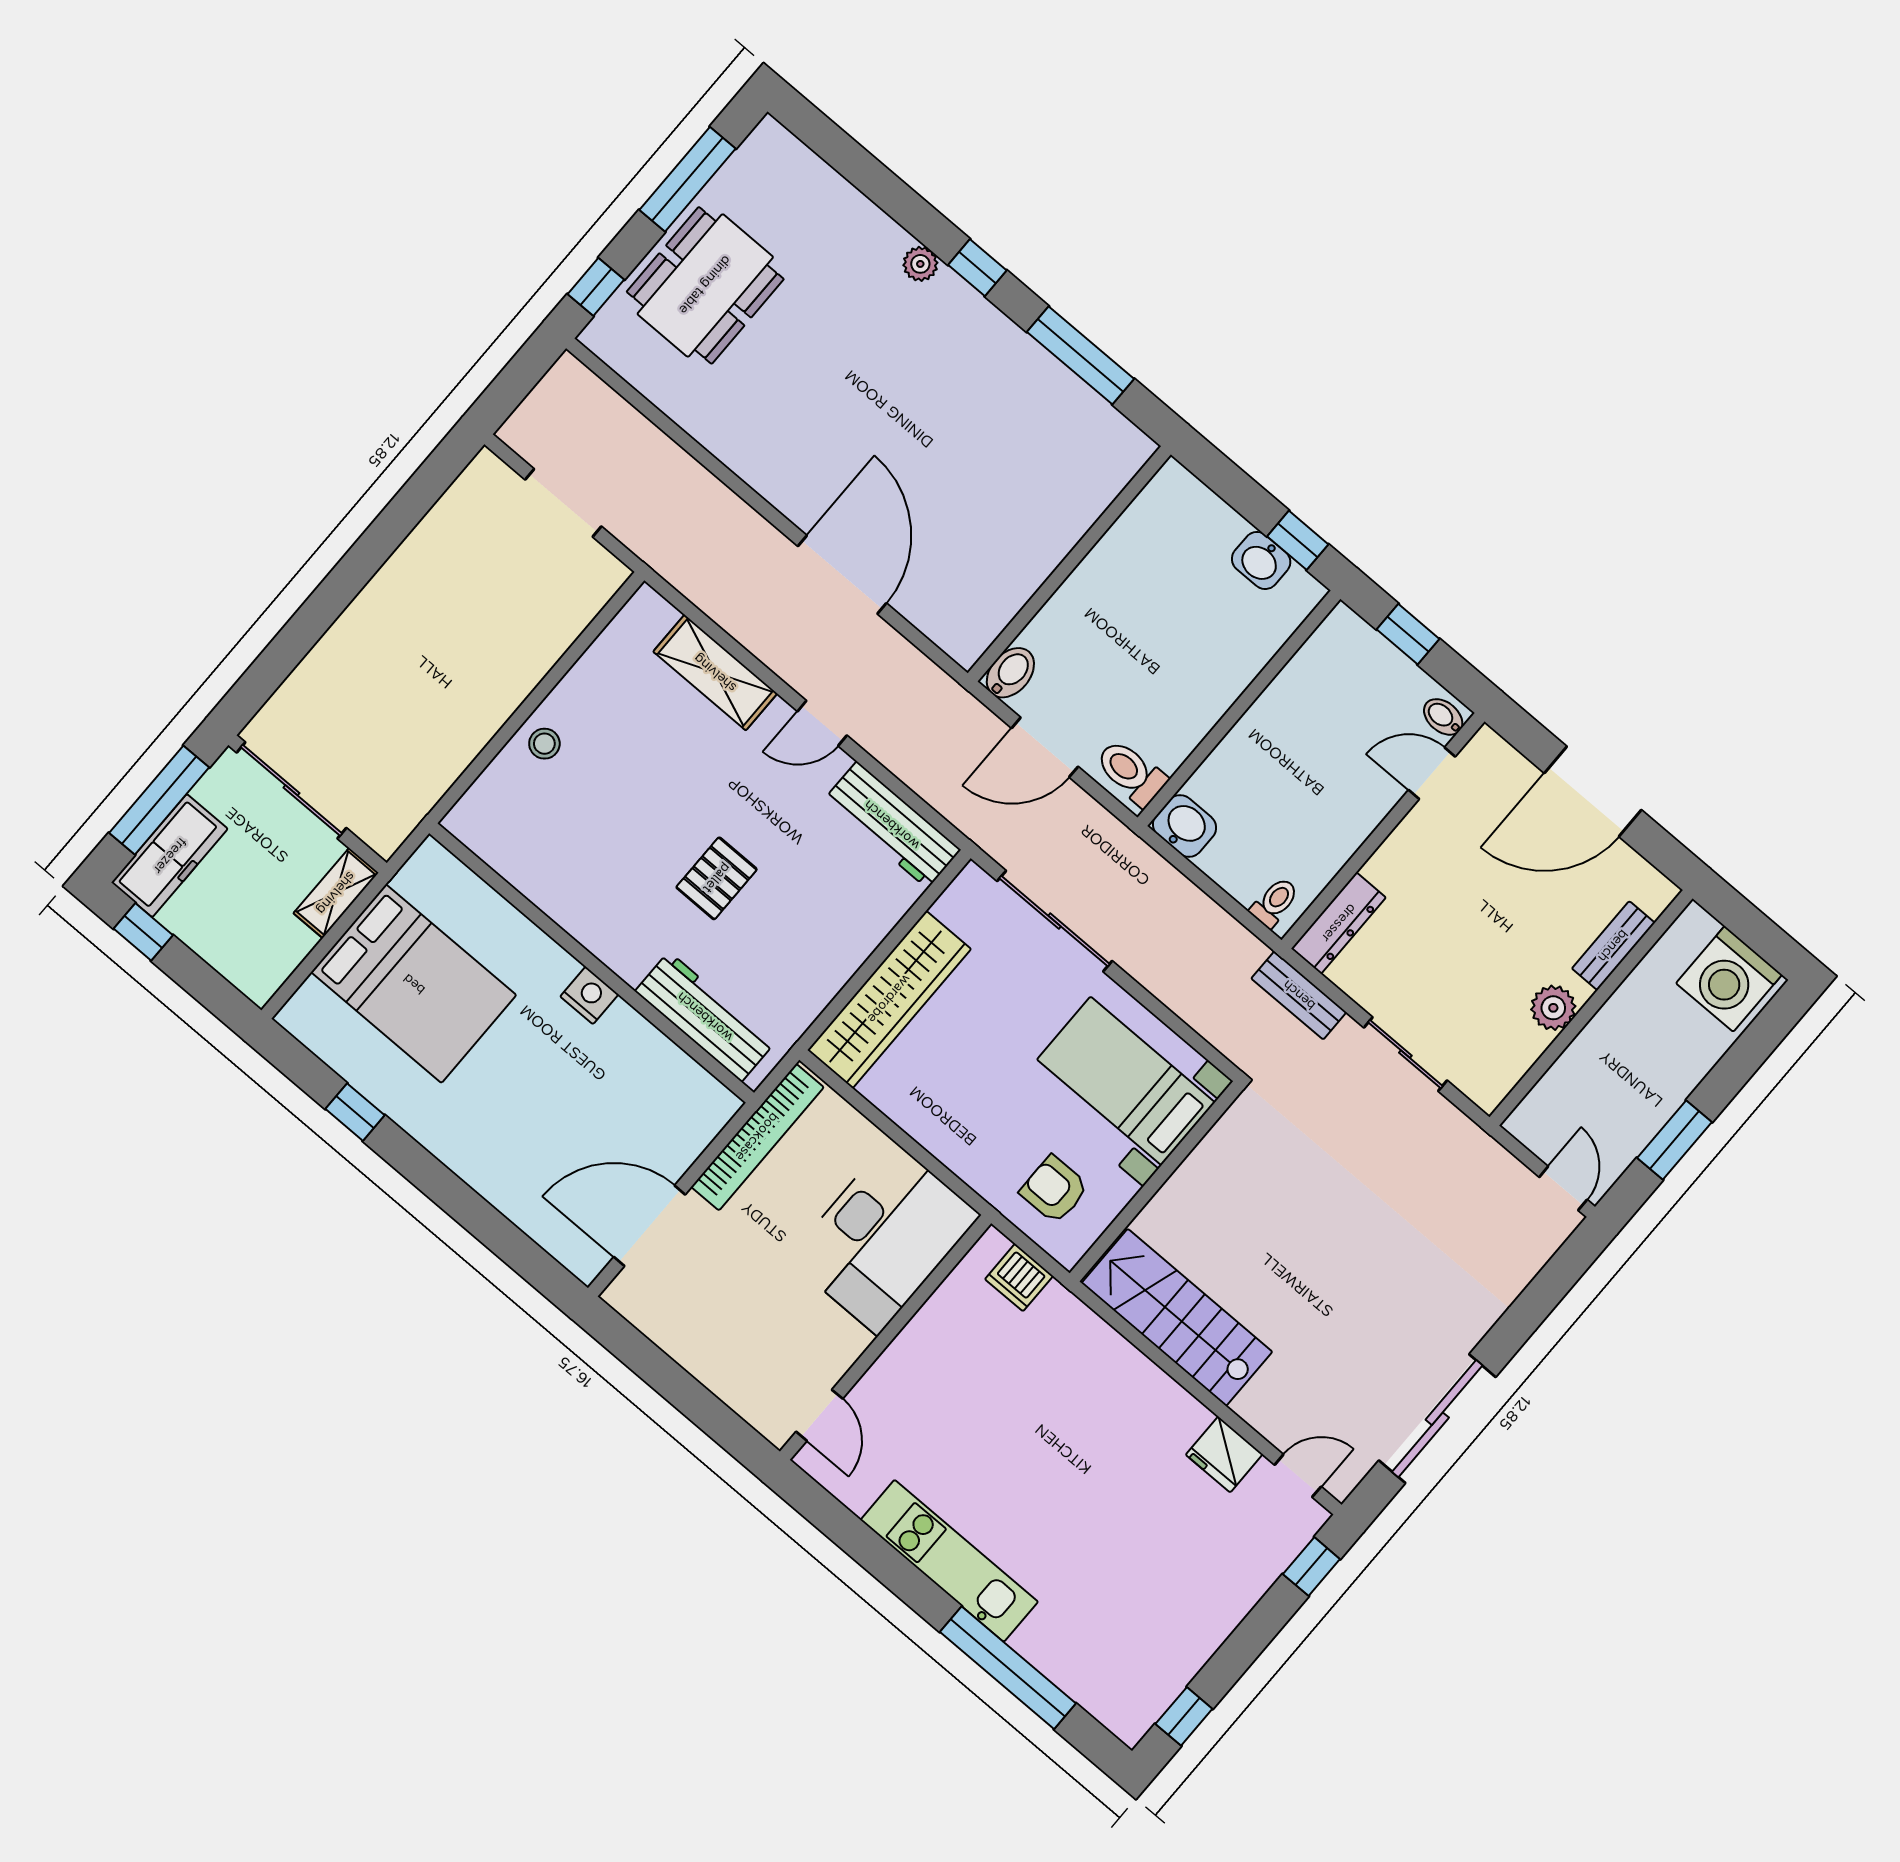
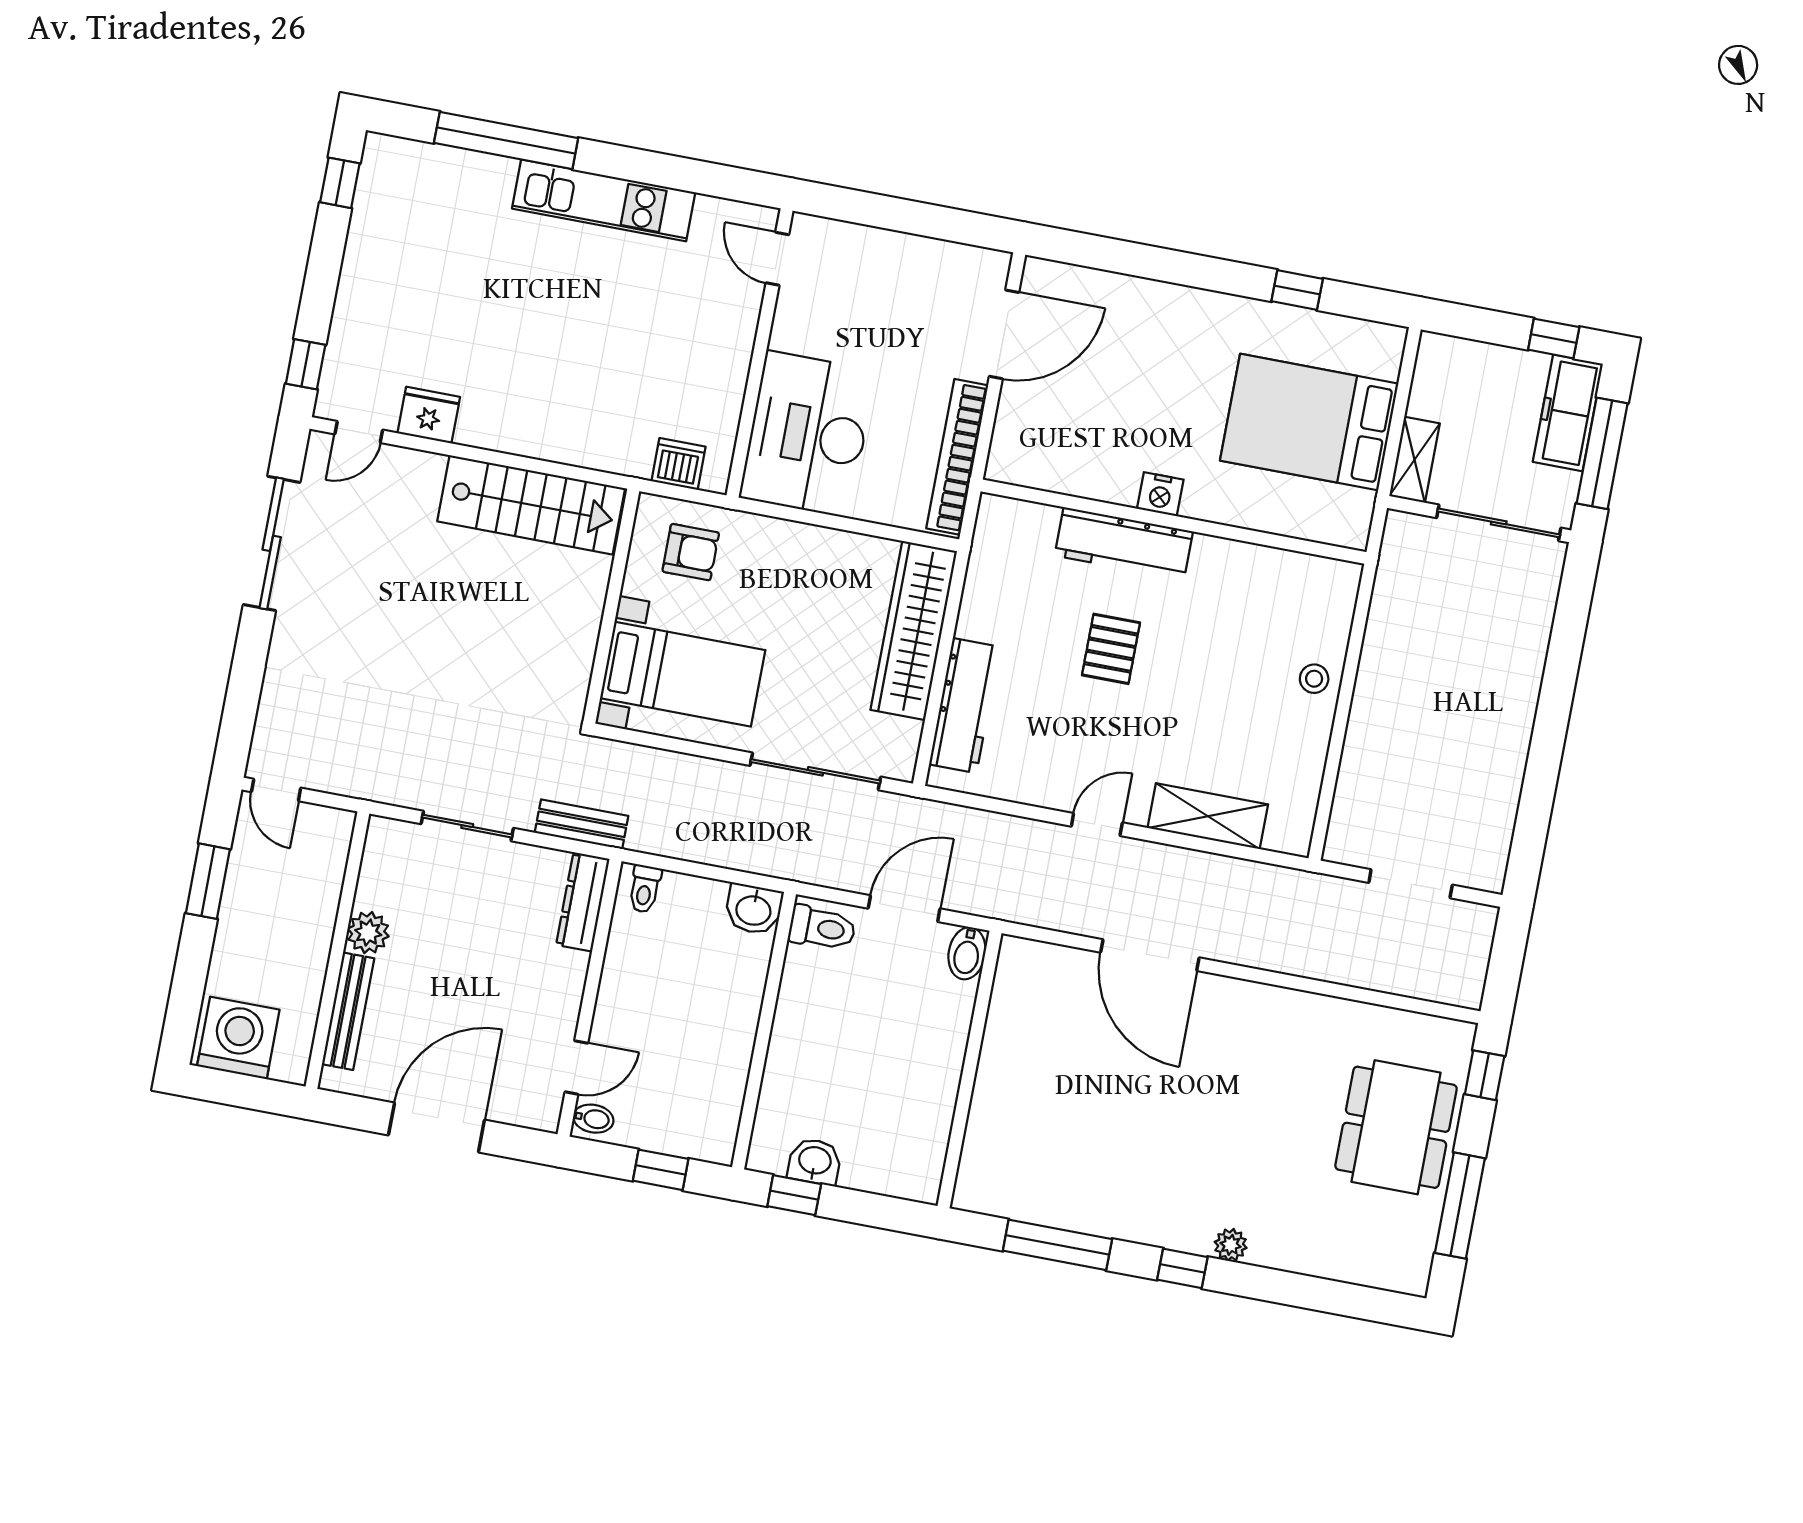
workbench: (892, 825) -> (965, 706), moved, turned 90
bench: (1613, 946) -> (348, 1011), width x1.36
workbench: (705, 1017) -> (1124, 544), moved

